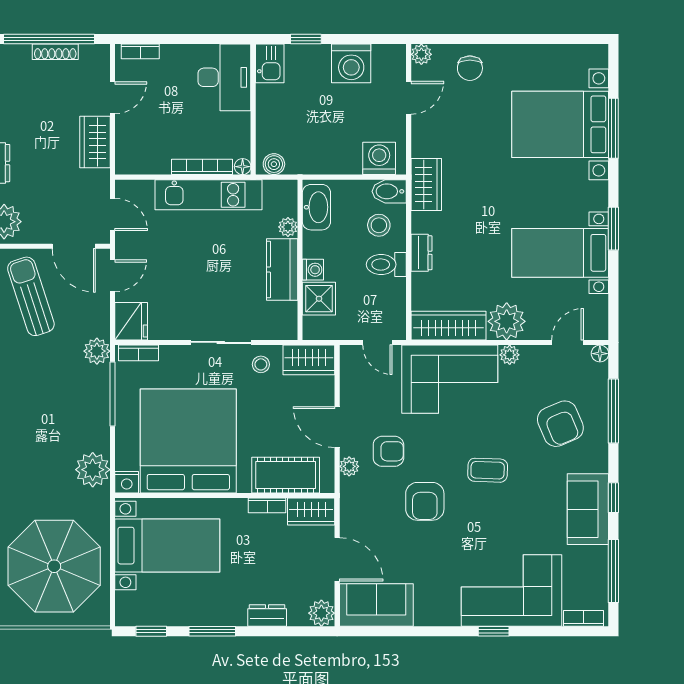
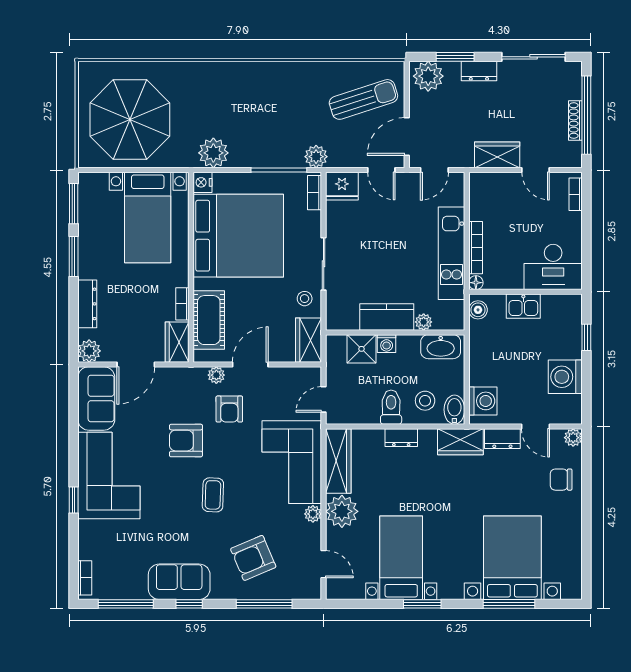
kitchen sink: (270, 63) -> (523, 306), moved
dresser: (423, 136) -> (502, 439), added
floor lamp: (600, 354) -> (314, 592), removed
corner sofa: (511, 590) -> (109, 475), moved
dresser: (267, 615) -> (87, 304), width x1.44
window: (151, 631) -> (74, 204), width x1.50

